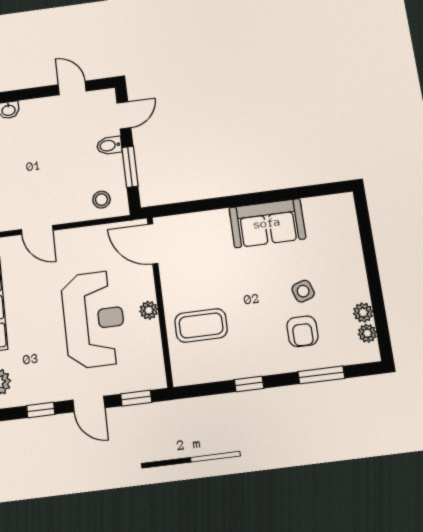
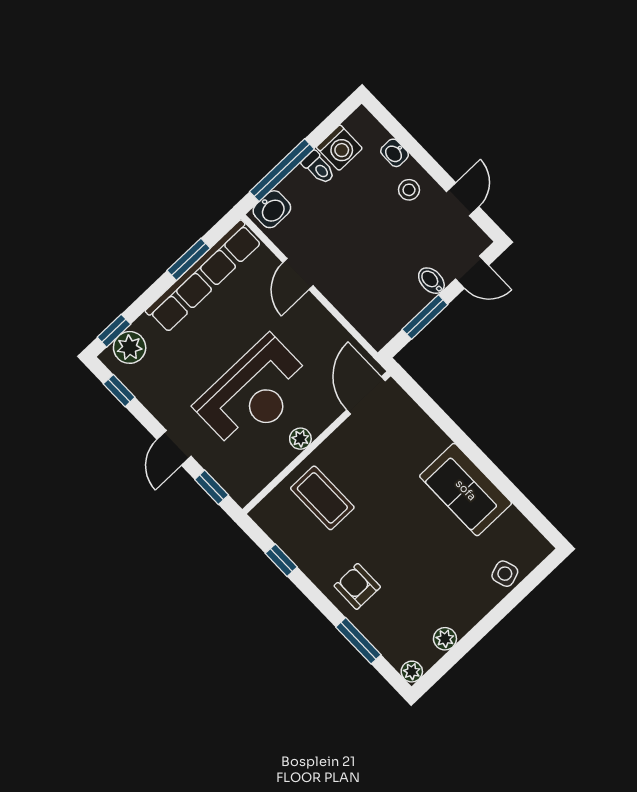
stool: (101, 200) -> (409, 190), moved
side table: (303, 291) -> (505, 574), moved
armchair: (302, 331) -> (357, 586), moved, turned 90
plant: (367, 333) -> (412, 672), moved
window: (249, 384) -> (281, 560), moved
window: (41, 410) -> (119, 391), moved

